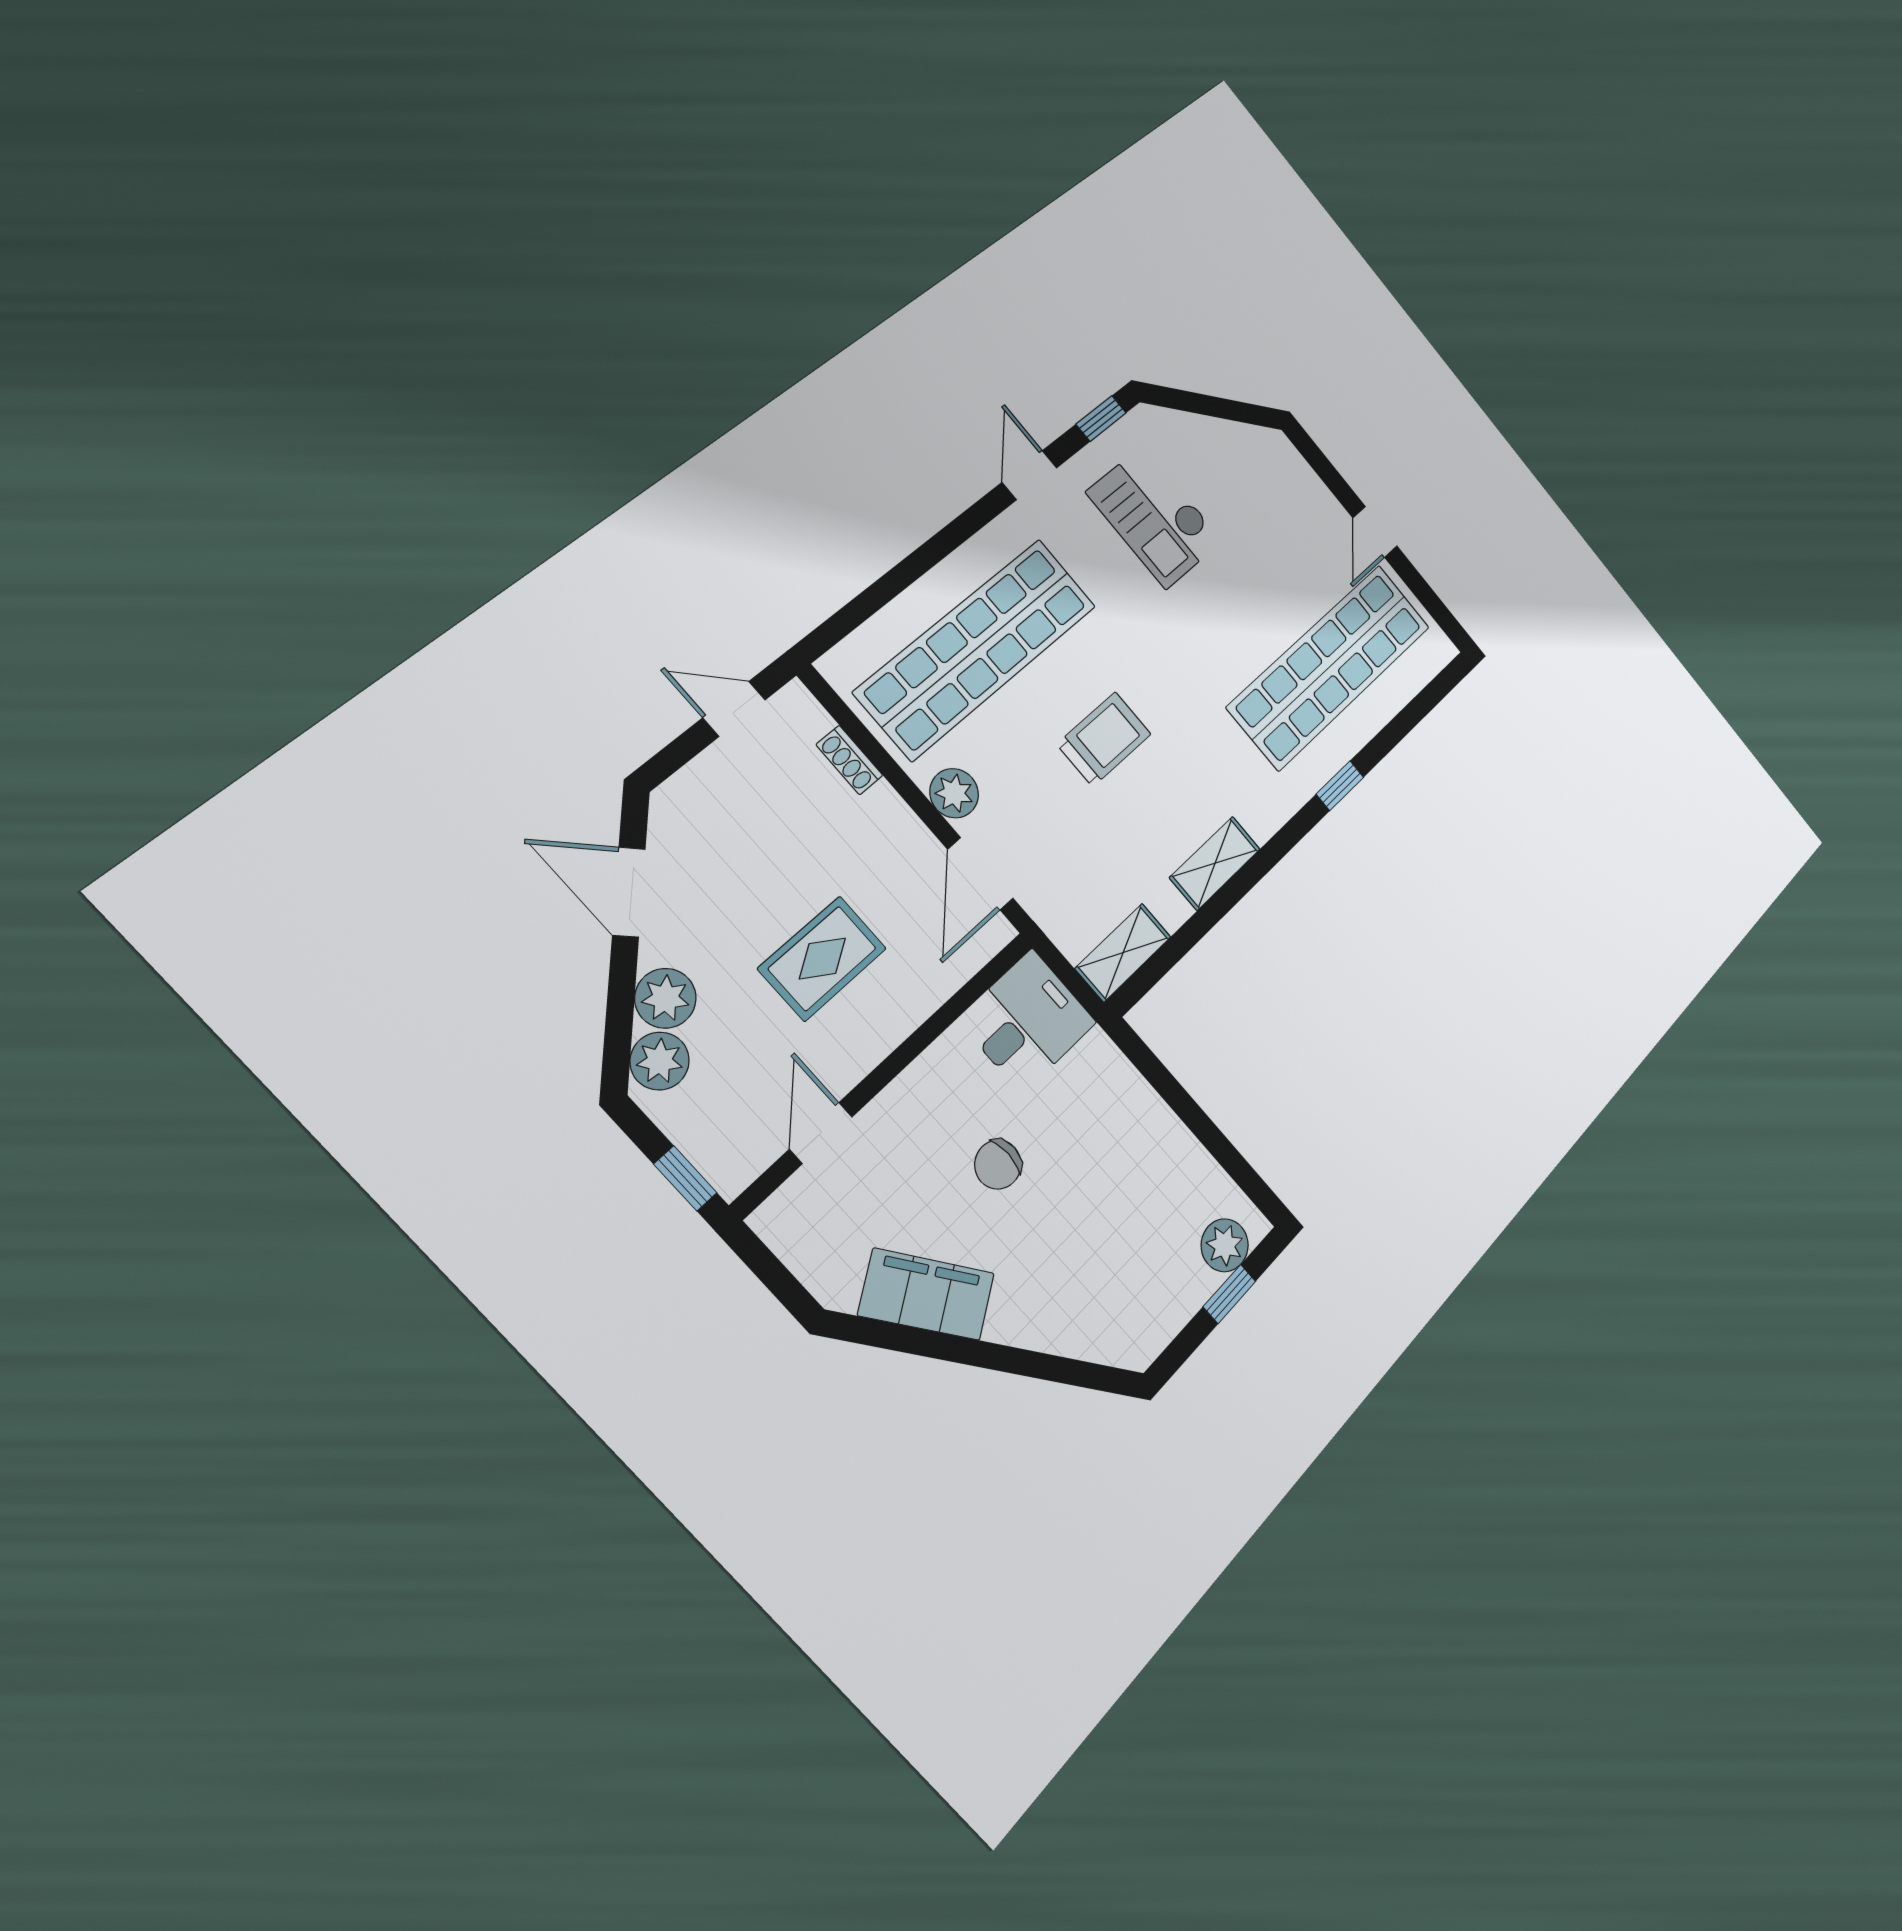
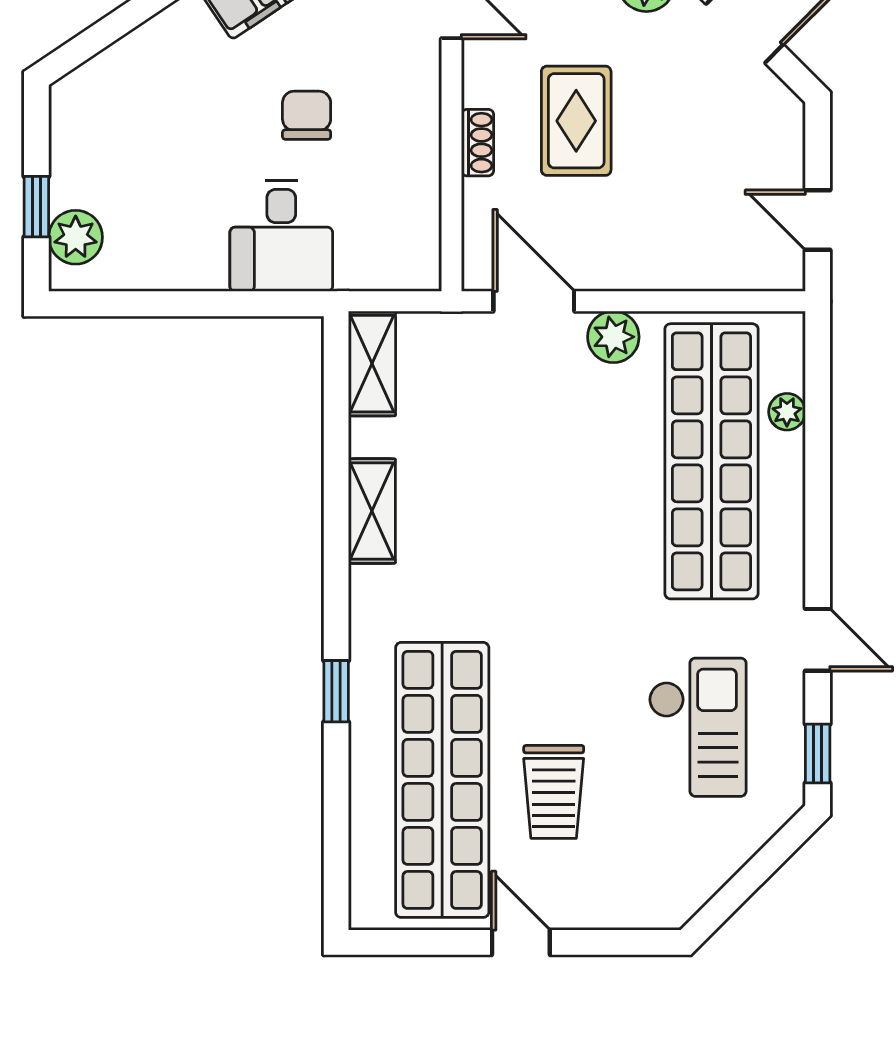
checkout: (1155, 517) -> (698, 727), turned 90
plant: (895, 620) -> (787, 412), added
door: (734, 709) -> (818, 220), swing flipped
trolley: (1104, 739) -> (554, 792), moved
shoe rack: (849, 760) -> (478, 143), moved, turned 90
desk: (1027, 1021) -> (281, 236), moved

